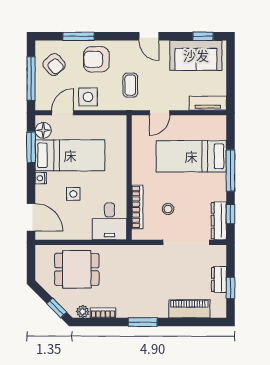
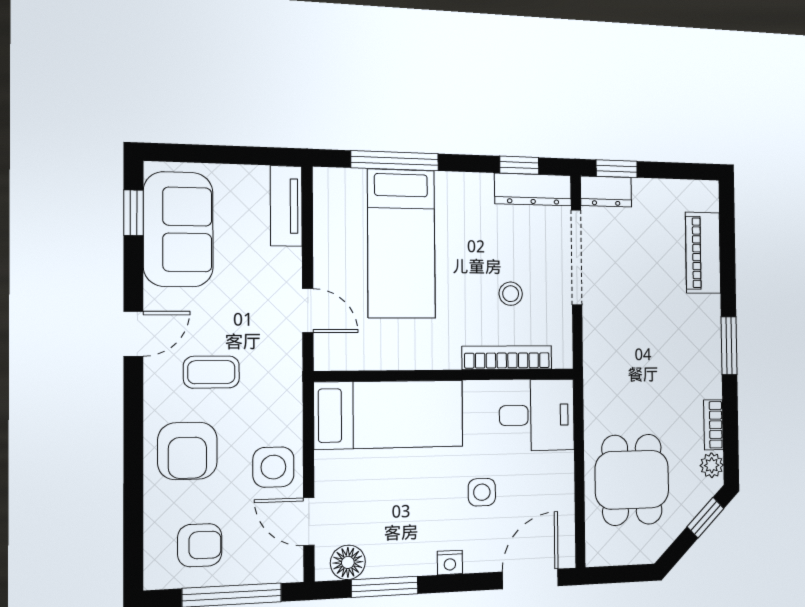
window: (78, 36) -> (133, 493), removed
armchair: (54, 65) -> (200, 545), turned 41
coffee table: (130, 85) -> (211, 372), moved
bed: (70, 155) -> (389, 415), moved, turned 90
window: (230, 171) -> (395, 161), moved
dresser: (219, 279) -> (606, 191), moved
window: (230, 288) -> (617, 169), moved

